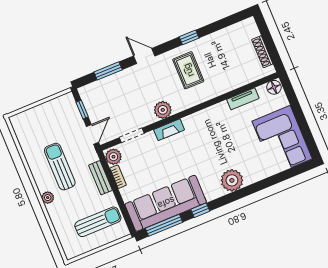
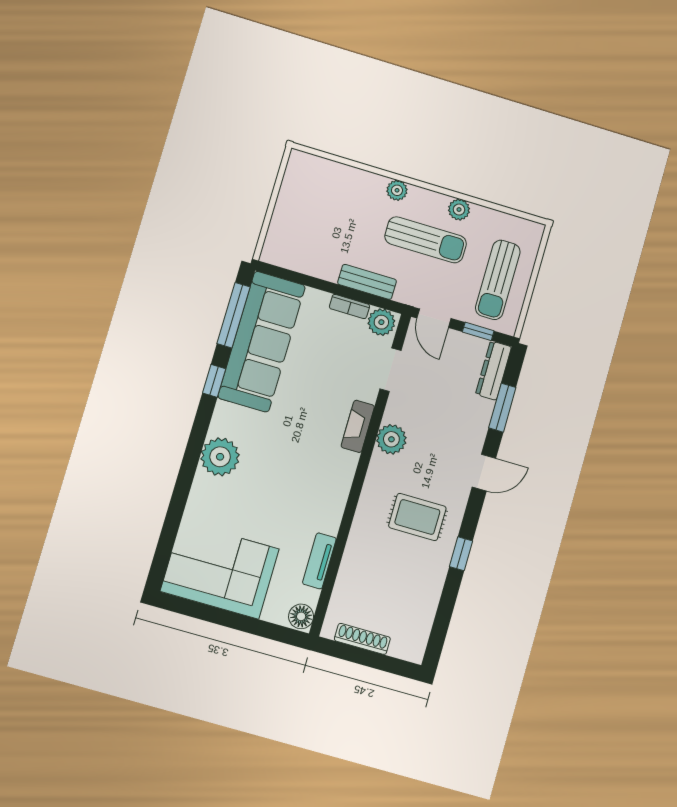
dresser: (94, 88) -> (493, 370), added
plant: (33, 163) -> (459, 210), added
sun lounger: (98, 222) -> (498, 280), moved

